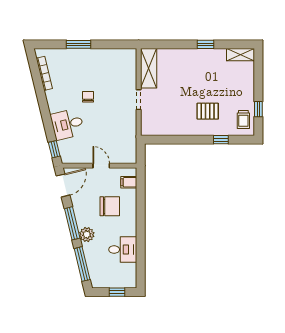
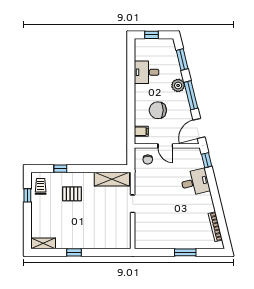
shelving: (149, 68) -> (112, 179), moved, turned 90
chair: (88, 97) -> (148, 159), moved
window: (82, 264) -> (182, 59), width x0.69

